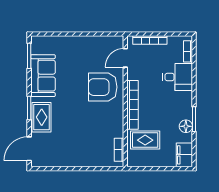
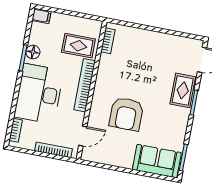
sofa: (43, 76) -> (157, 161), moved, turned 90
desk: (178, 77) -> (39, 94), width x1.87, depth x1.30
armchair: (103, 87) -> (126, 114), moved, turned 90
filing cabinet: (184, 155) -> (41, 16), width x0.50

